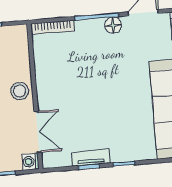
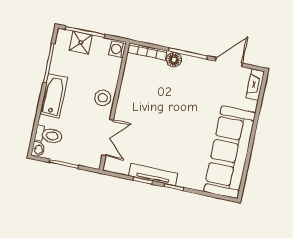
floor lamp: (113, 25) -> (174, 60), moved
tv unit: (91, 158) -> (154, 175), width x1.41
washing machine: (30, 162) -> (117, 49), moved

